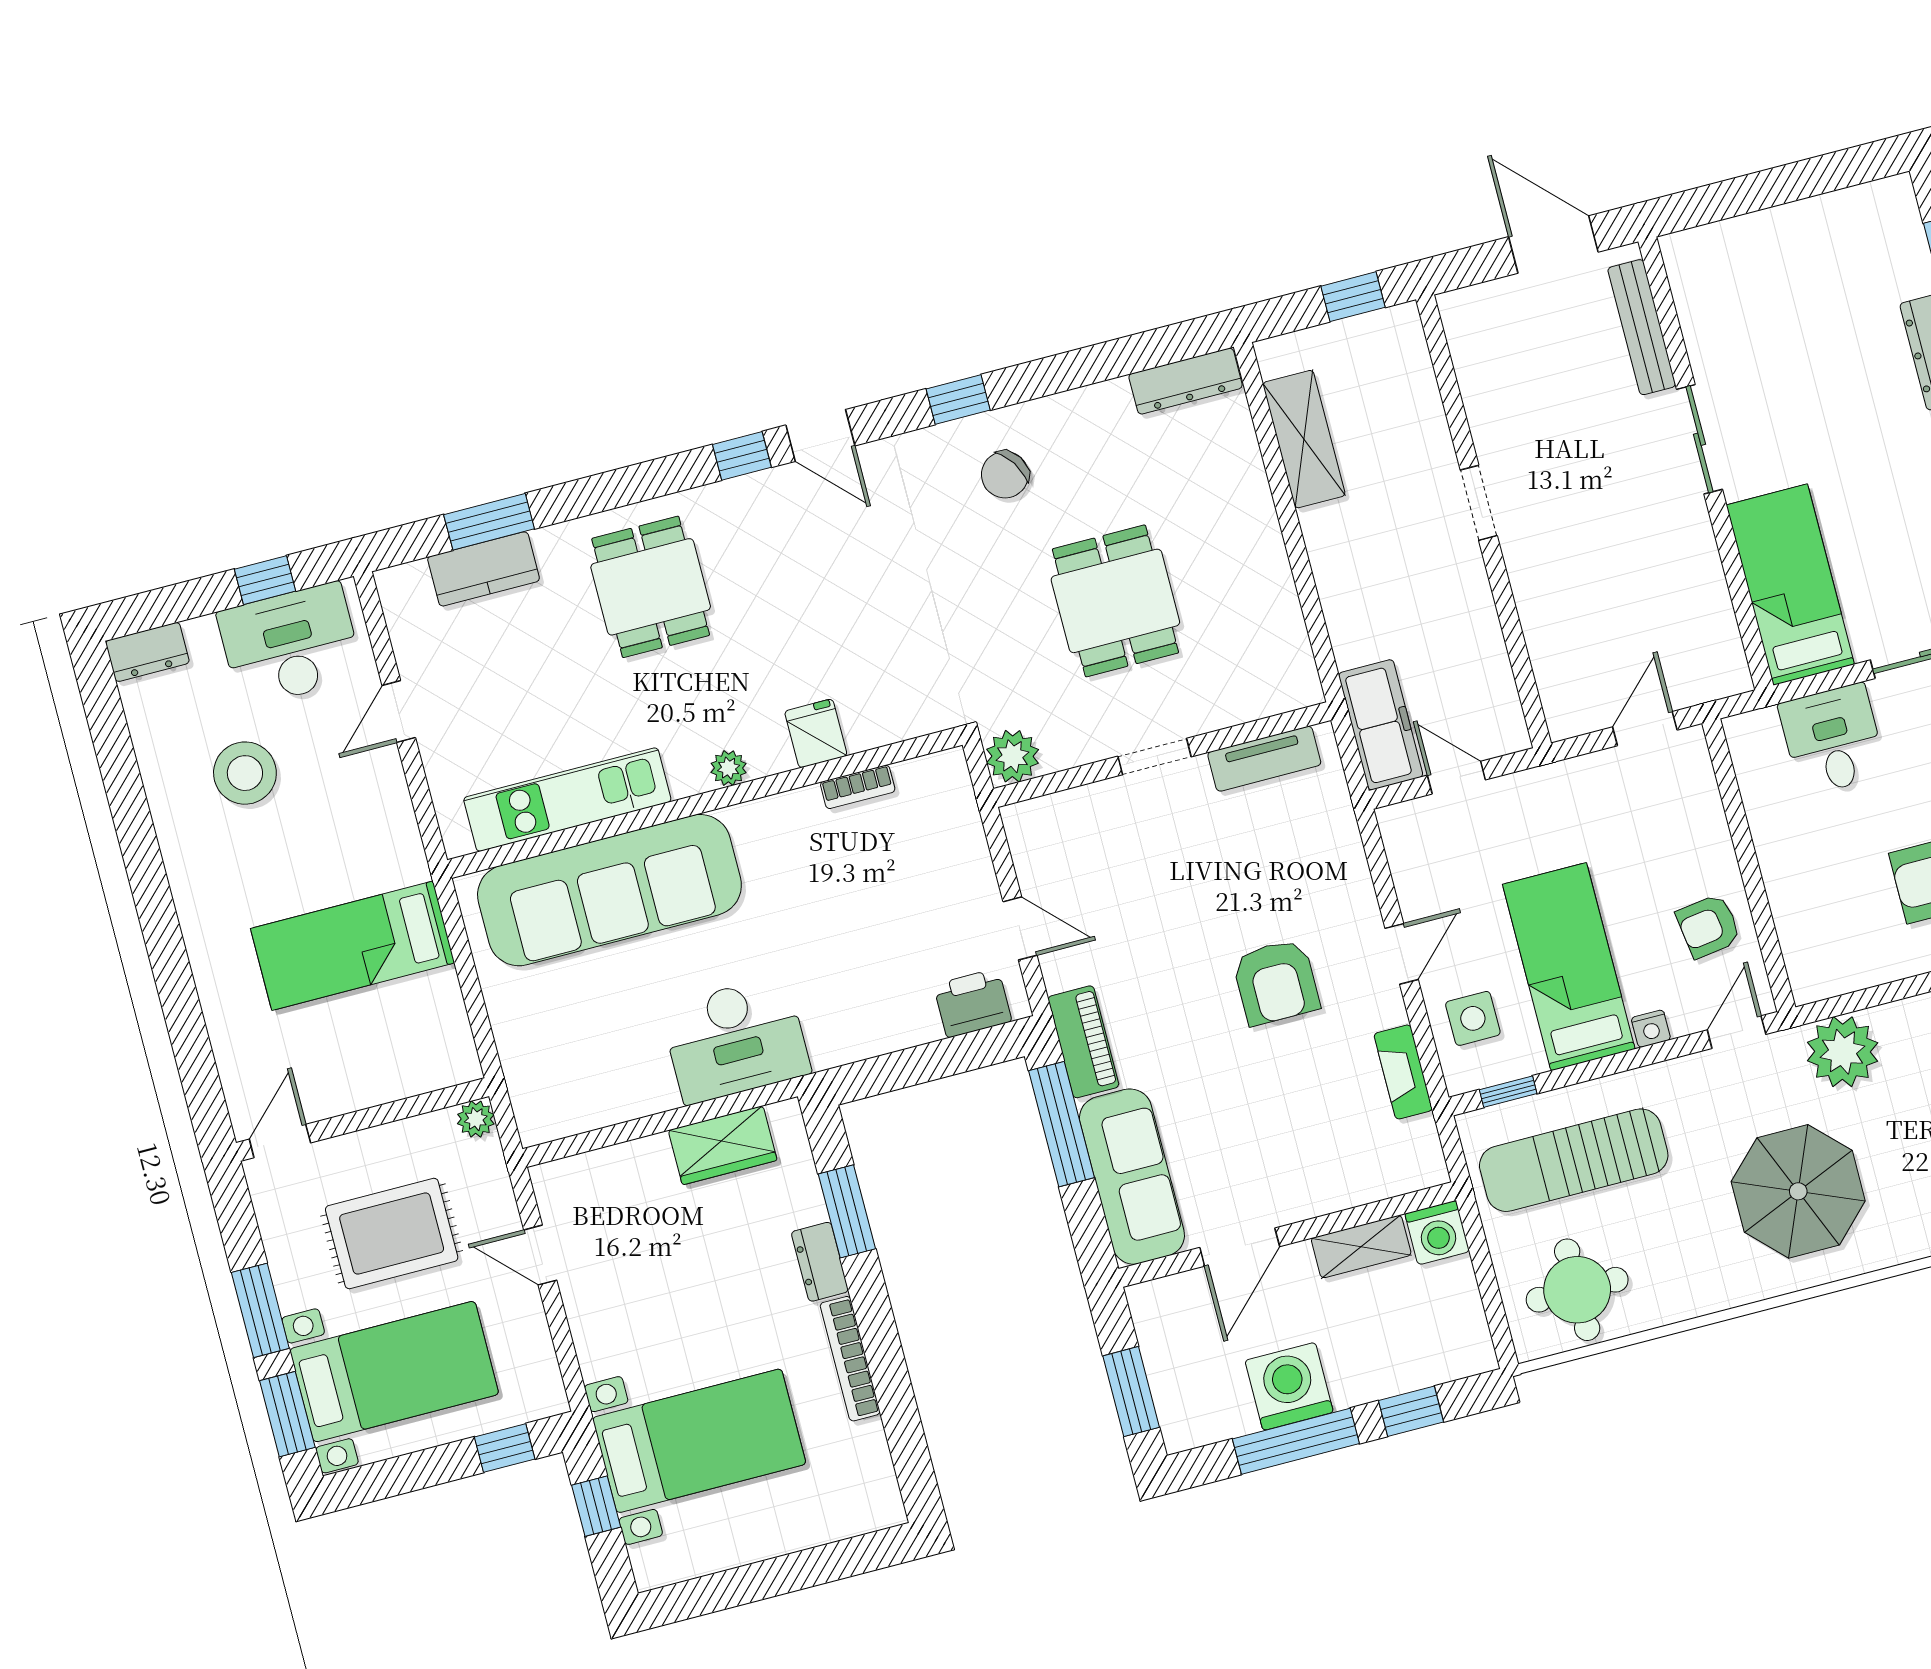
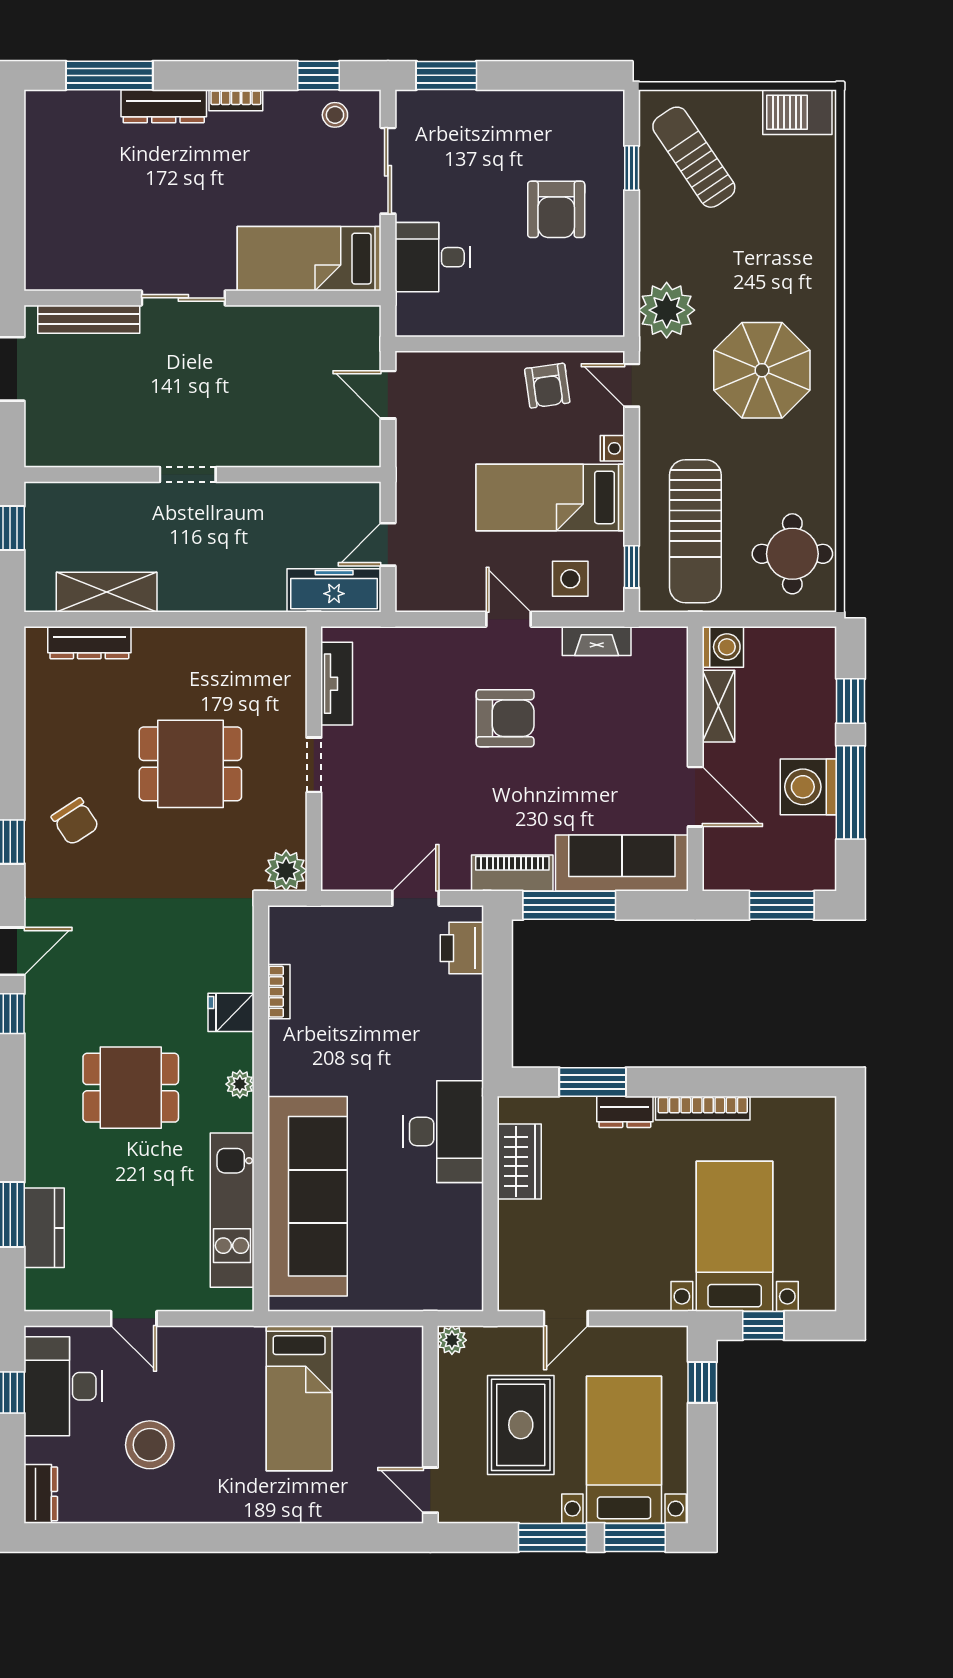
dresser: (1186, 381) -> (89, 643), moved, turned 90
dining table: (651, 587) -> (131, 1088), moved

